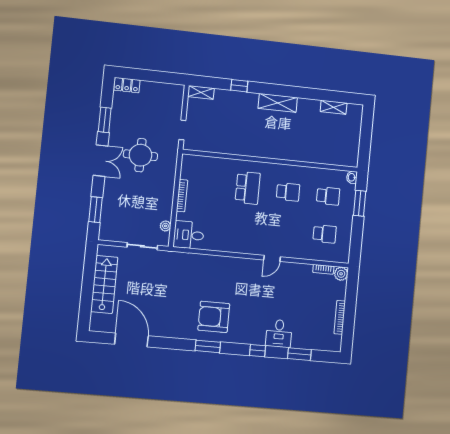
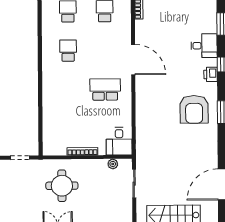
round table: (140, 155) -> (62, 186), moved
school desk: (248, 188) -> (105, 90), moved
door: (272, 258) -> (133, 60), width x1.88
printer: (248, 338) -> (211, 74), added

